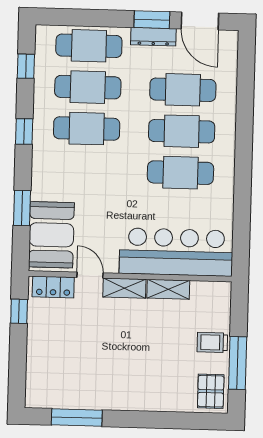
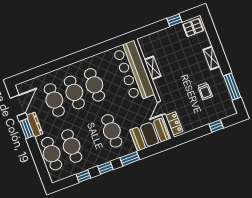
window: (26, 66) -> (83, 176), moved
cafe table: (87, 129) -> (112, 131), moved
window: (22, 208) -> (130, 159), moved
shelving: (124, 288) -> (211, 58), moved
window: (19, 311) -> (216, 126), moved
trolley: (212, 342) -> (205, 91), moved
window: (238, 363) -> (174, 20), width x0.46

